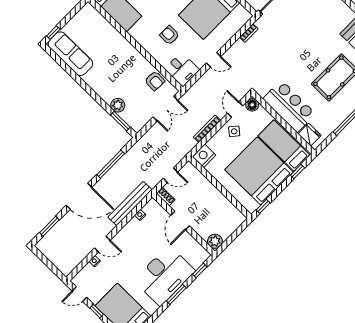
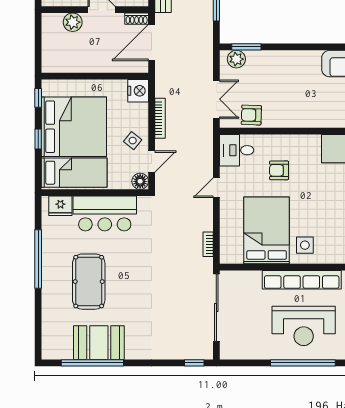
armchair: (170, 35) -> (279, 170), turned 180
plant: (118, 105) -> (236, 59), moved
double door: (165, 109) -> (216, 99), swing flipped
door: (235, 109) -> (152, 161), hinge flipped
window: (297, 172) -> (38, 139), moved
door: (170, 175) -> (152, 43), width x1.88
plant: (215, 241) -> (73, 22), moved

